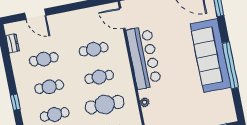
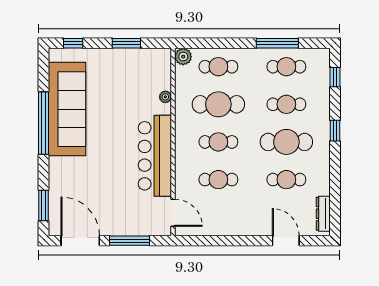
dresser: (13, 43) -> (323, 214), width x1.44
sofa: (210, 56) -> (67, 109), moved
cafe table: (49, 87) -> (286, 142), width x1.37, depth x1.35

